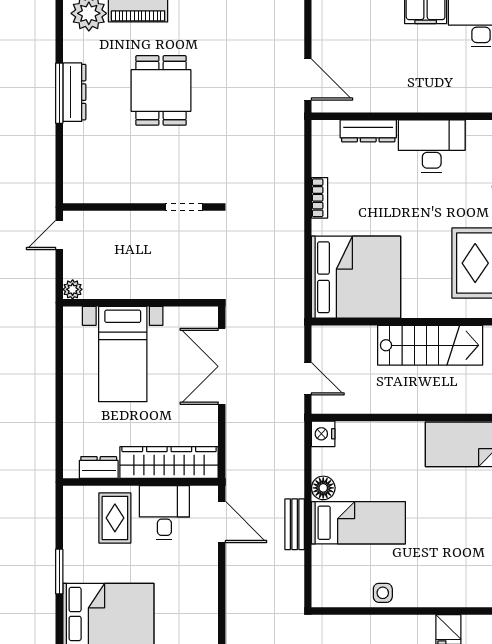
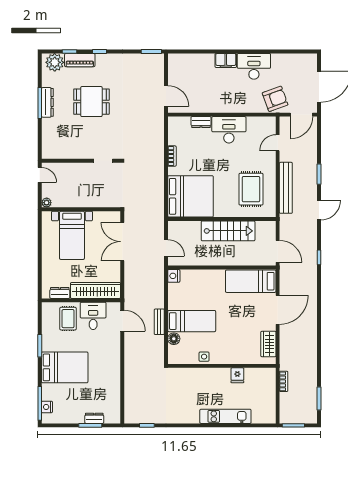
dining table: (161, 90) -> (91, 102), turned 90
dresser: (368, 131) -> (201, 122), width x0.70
door: (59, 235) -> (40, 175), swing flipped
floor lamp: (323, 488) -> (174, 339), moved

